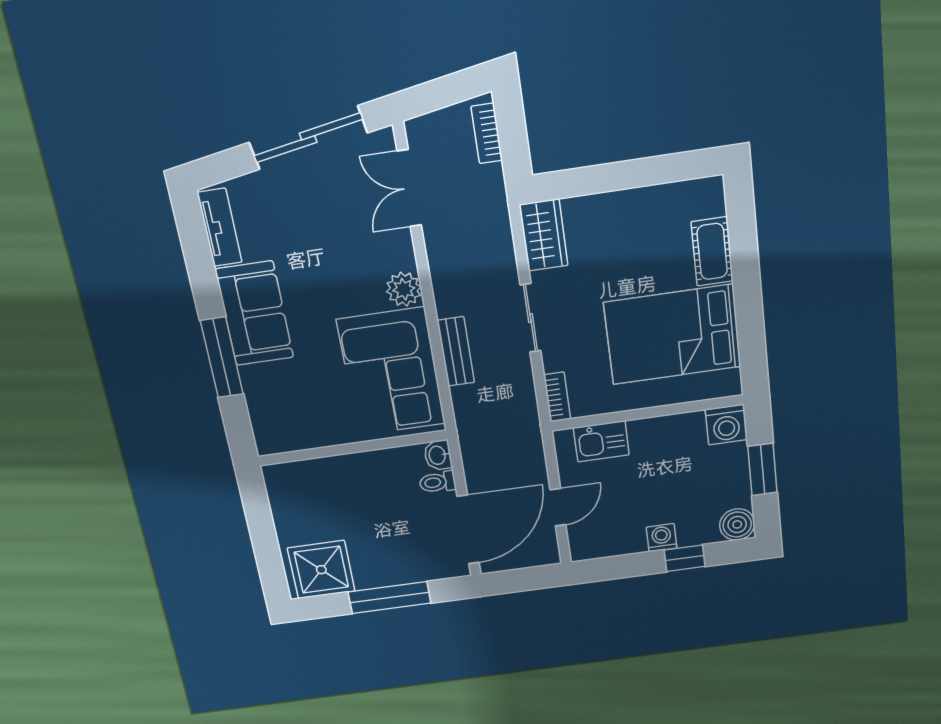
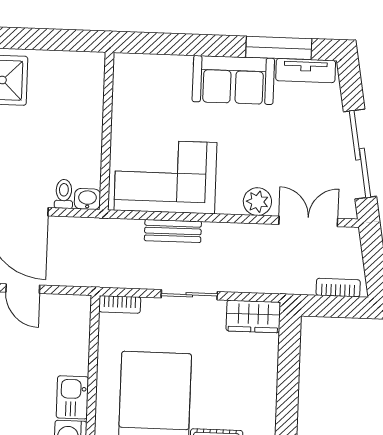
plant: (404, 289) -> (257, 202), moved
window: (222, 358) -> (279, 48), moved
kitchen sink: (601, 441) -> (72, 397), moved

